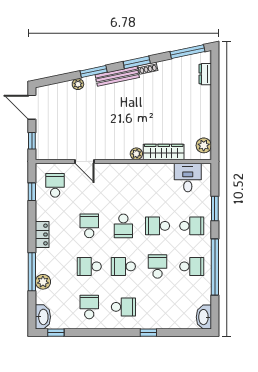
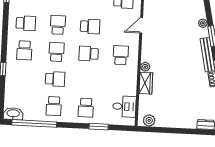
wardrobe: (164, 152) -> (146, 83), width x0.67
school desk: (158, 226) -> (121, 55), moved
window: (215, 267) -> (34, 123), moved

